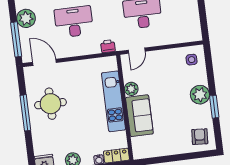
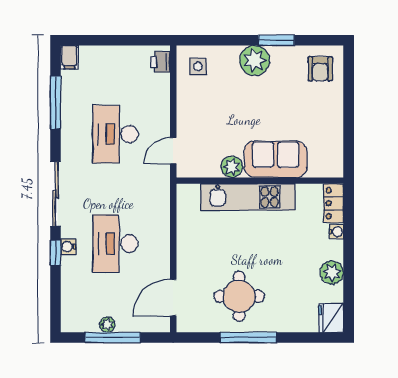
plant: (26, 18) -> (107, 325), width x0.53, depth x0.53
window: (16, 39) -> (113, 337), moved
printer: (108, 46) -> (160, 62), moved
door: (137, 51) -> (173, 151), swing flipped
armchair: (200, 137) -> (320, 69), turned -94

